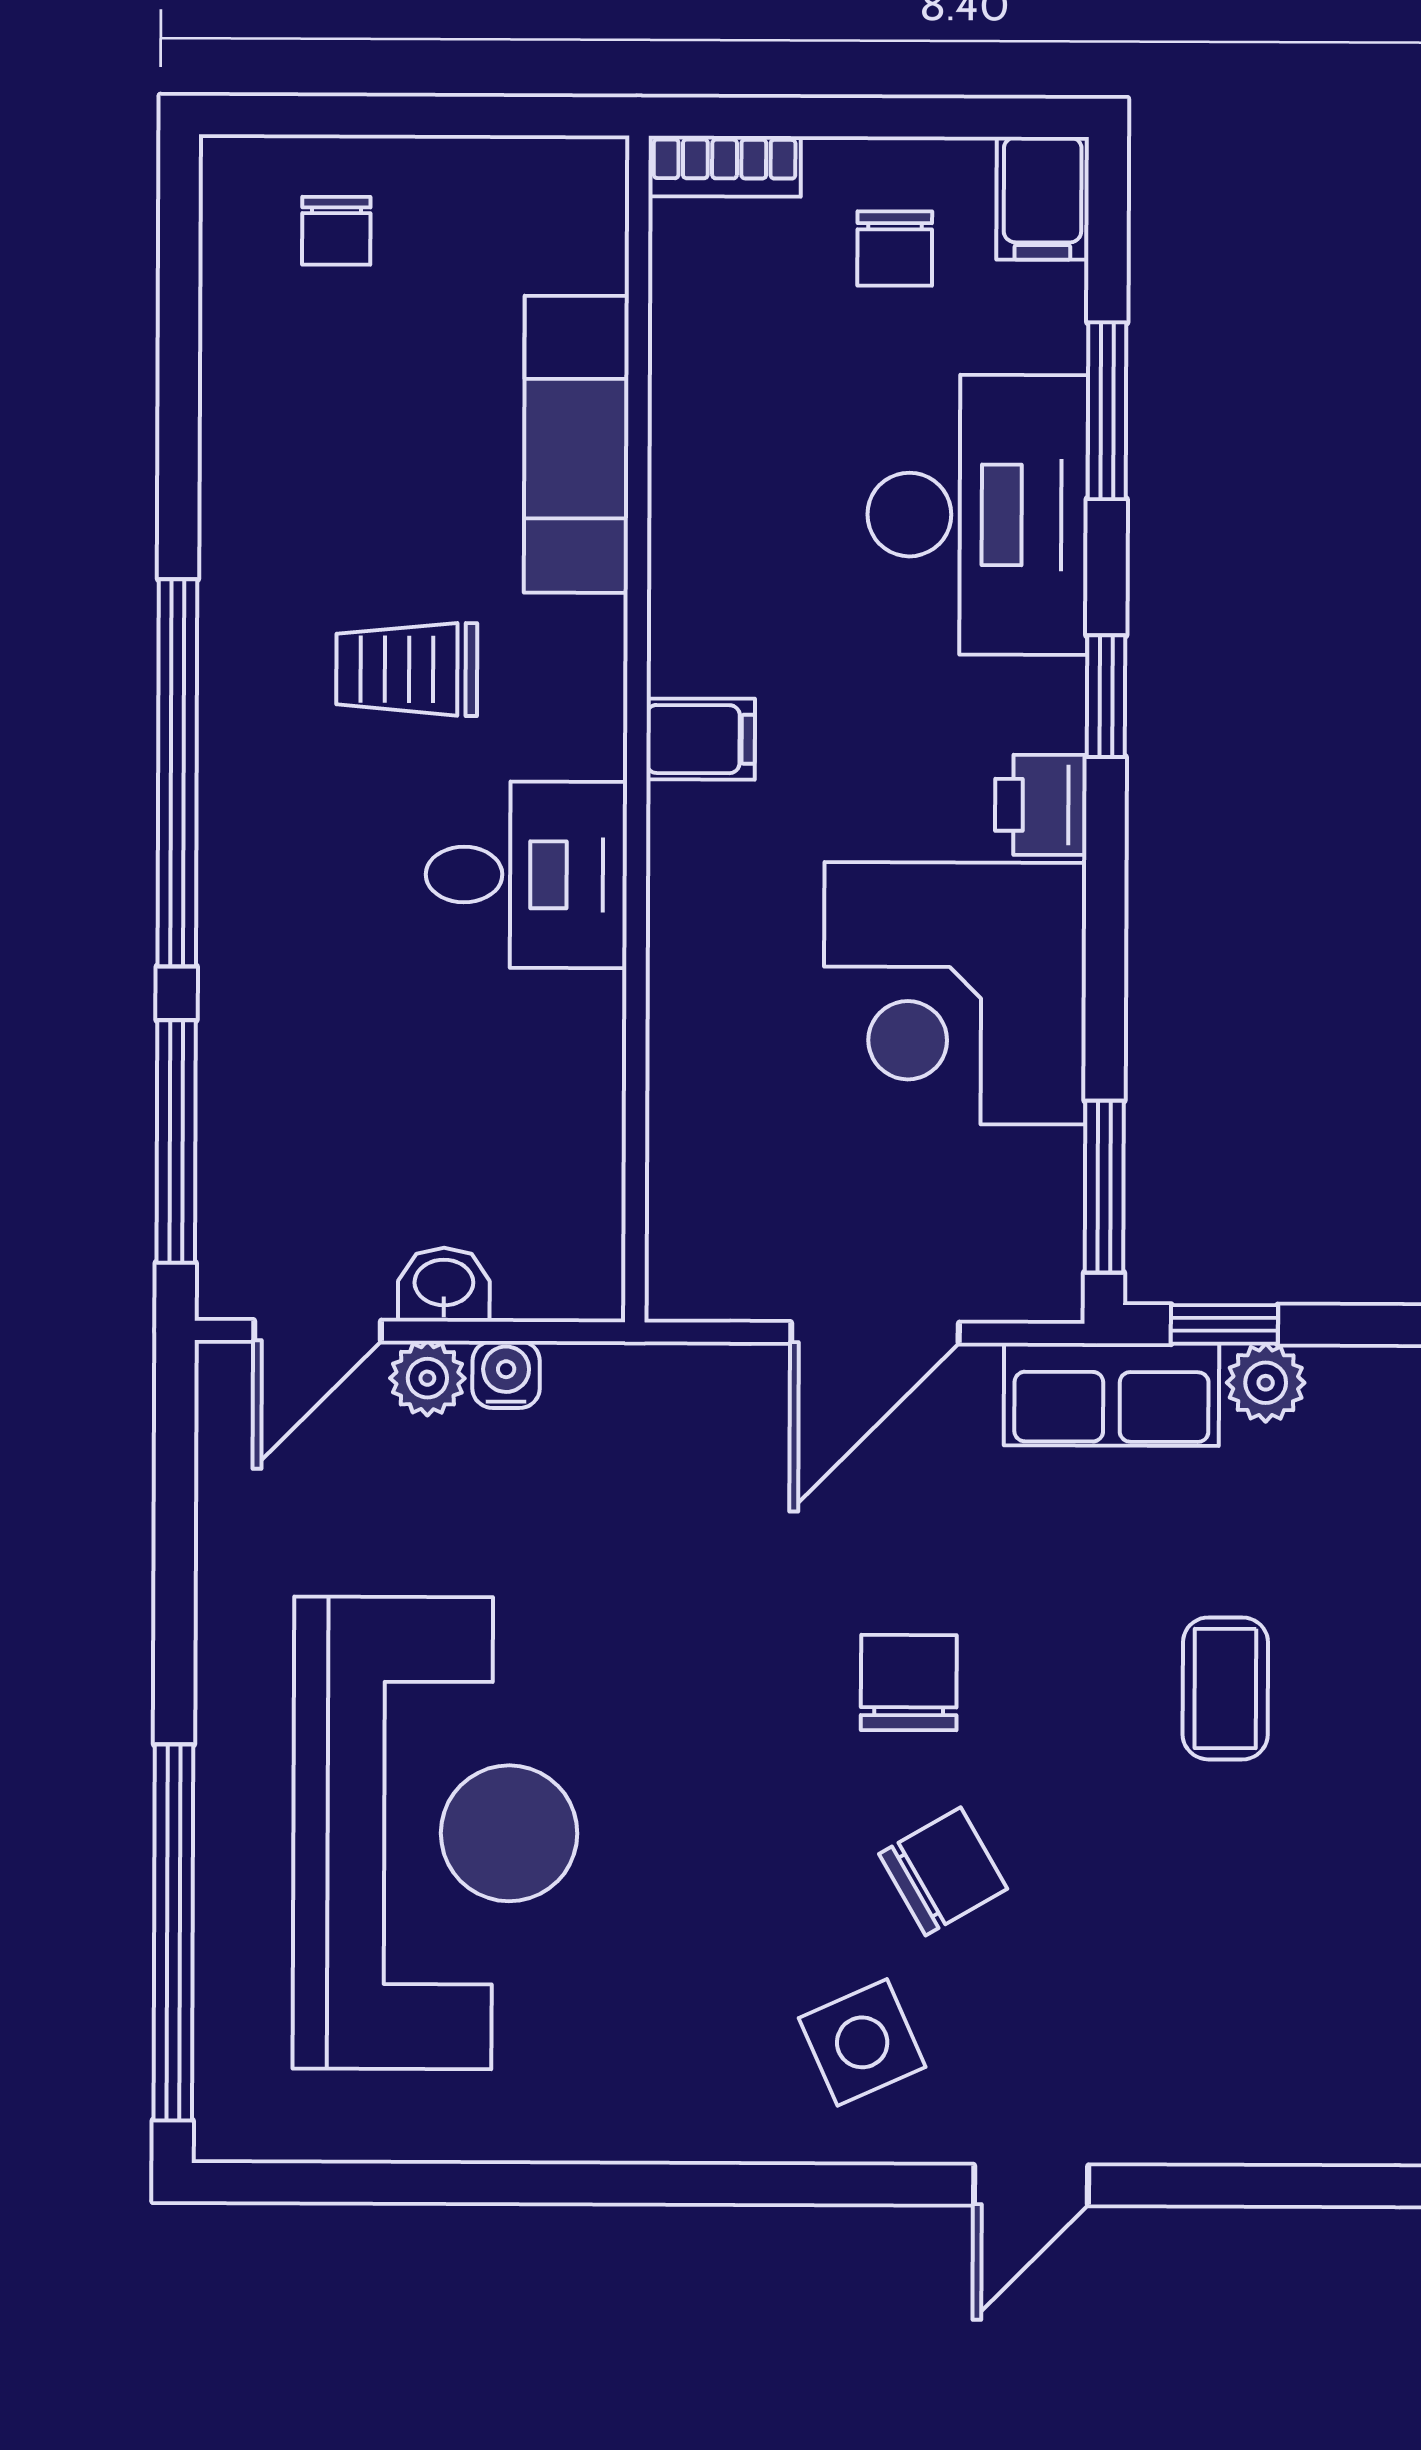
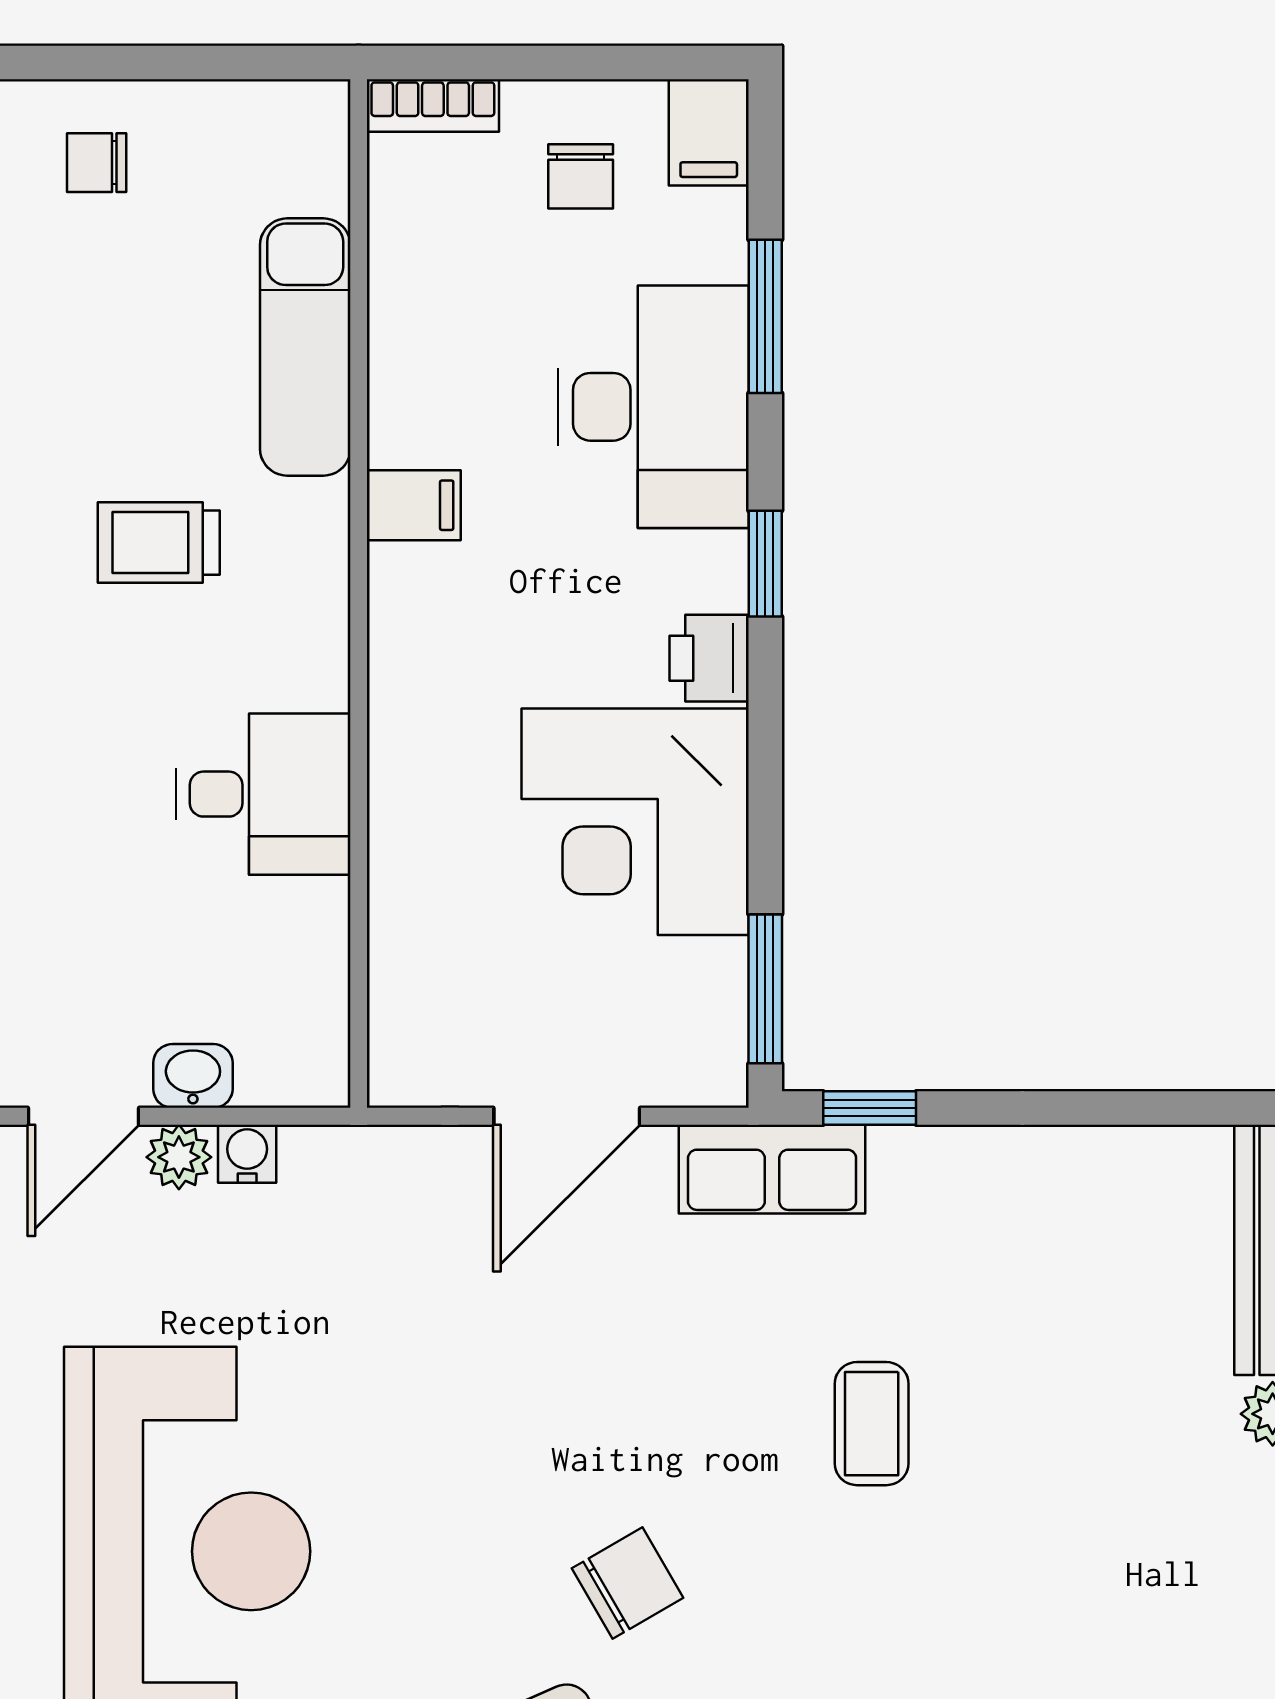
chair: (336, 231) -> (97, 163), turned 90
filing cabinet: (701, 739) -> (414, 505), moved
desk: (526, 875) -> (263, 794), moved
plant: (1266, 1383) -> (906, 1158), removed
chair: (909, 1683) -> (597, 1419), removed

